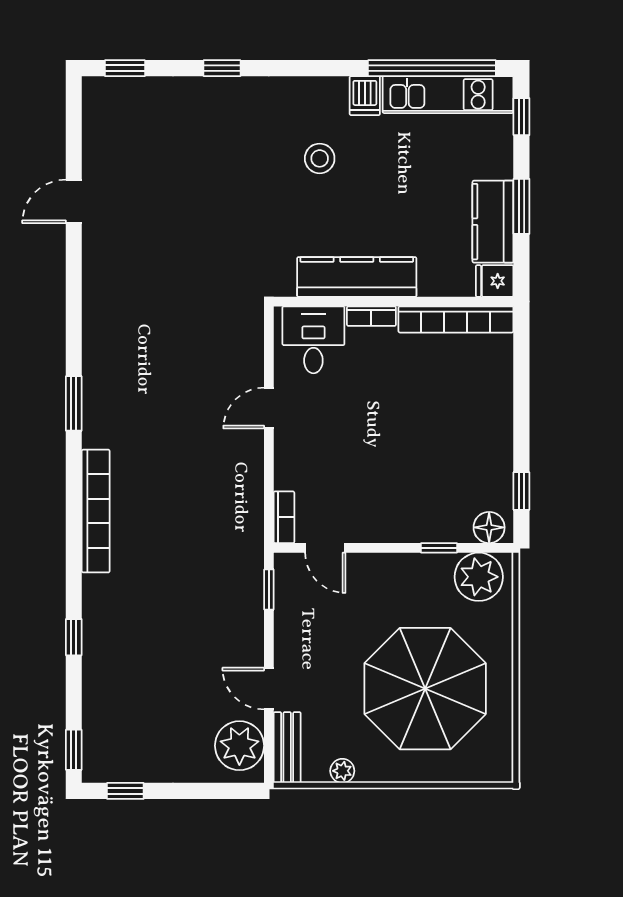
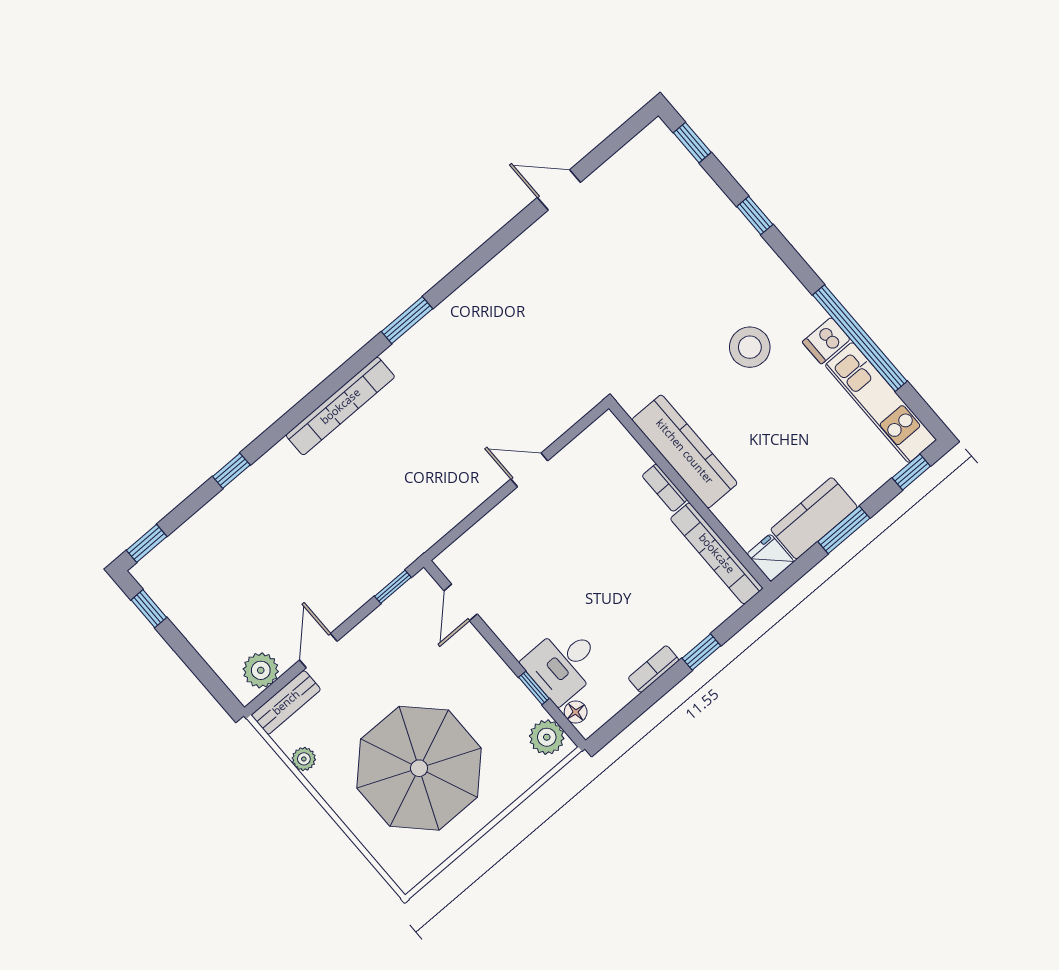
window: (432, 68) -> (860, 338), moved
stool: (320, 158) -> (750, 347), width x1.38, depth x1.38
desk: (313, 340) -> (563, 664), moved, turned 180
window: (521, 491) -> (701, 652), moved
bookcase: (284, 517) -> (654, 669), moved, turned 180
floor lamp: (489, 527) -> (576, 712), width x0.73, depth x0.73
plant: (479, 577) -> (547, 737), width x0.73, depth x0.73
plant: (239, 746) -> (261, 670), width x0.73, depth x0.73

